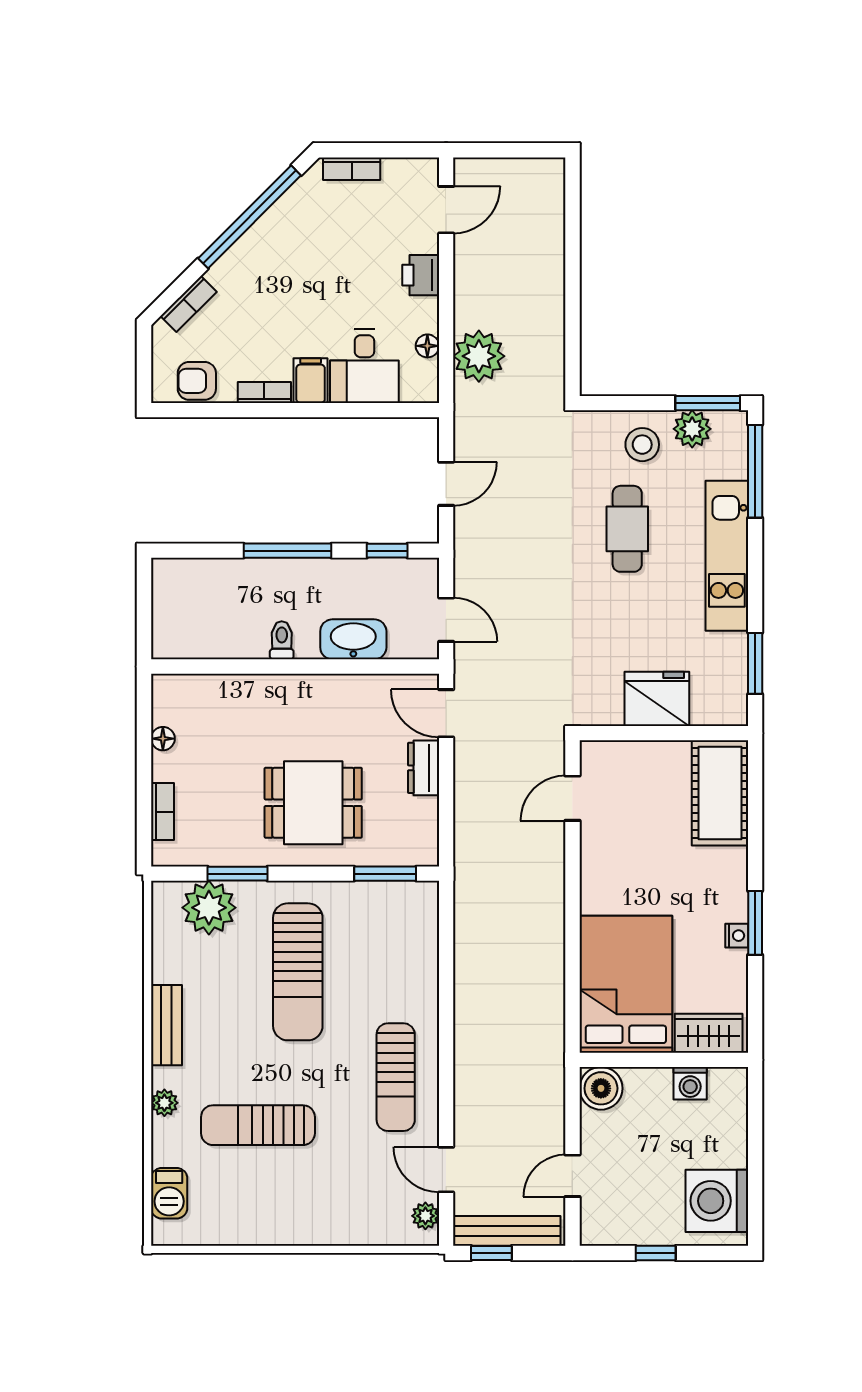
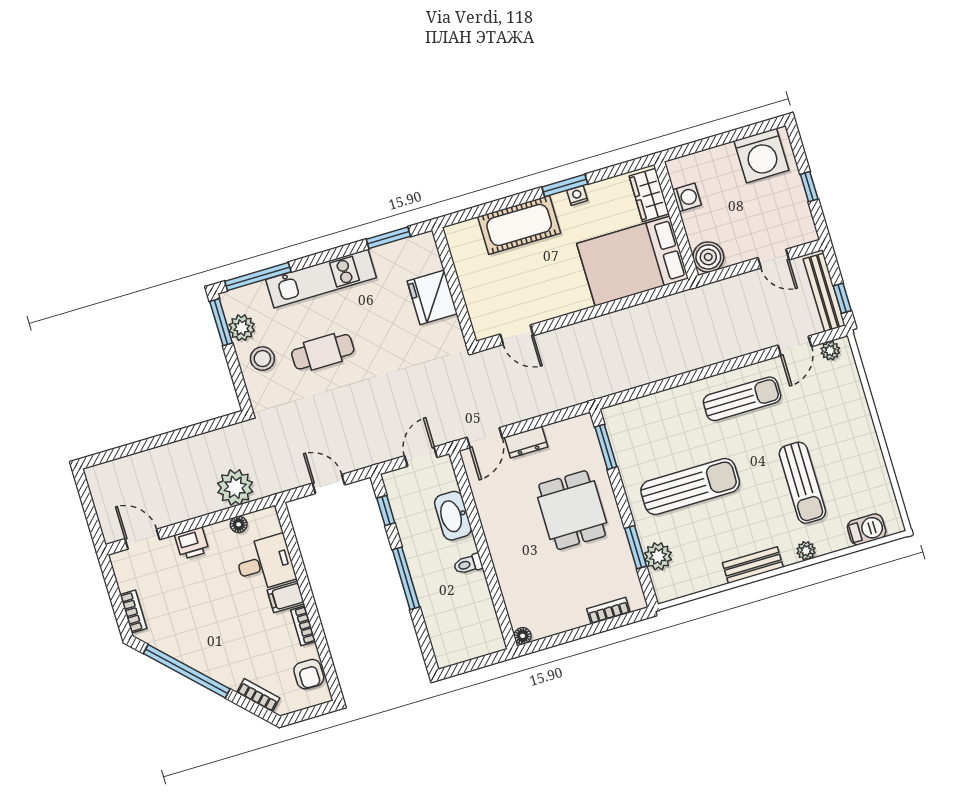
floor lamp: (163, 739) -> (523, 636), moved
cot: (720, 793) -> (519, 225), moved
plant: (209, 908) -> (658, 556), width x0.73, depth x0.73

